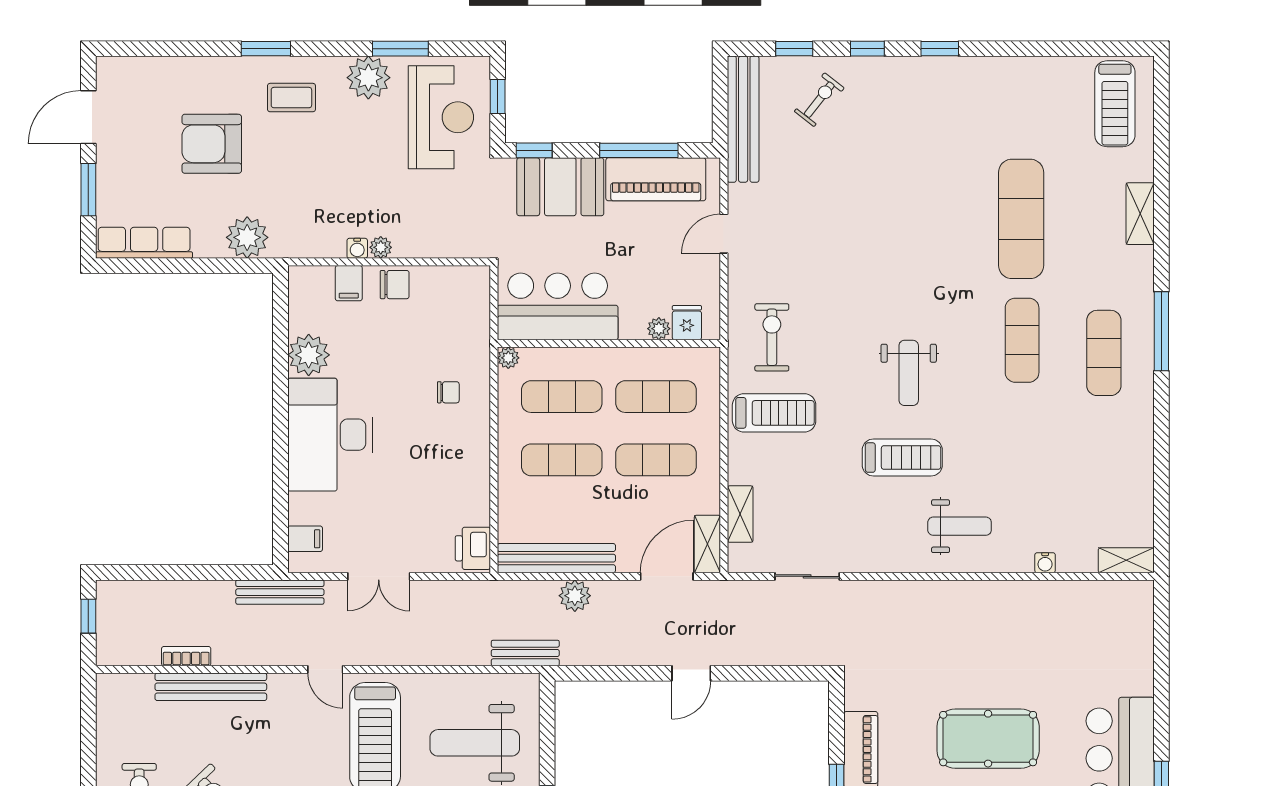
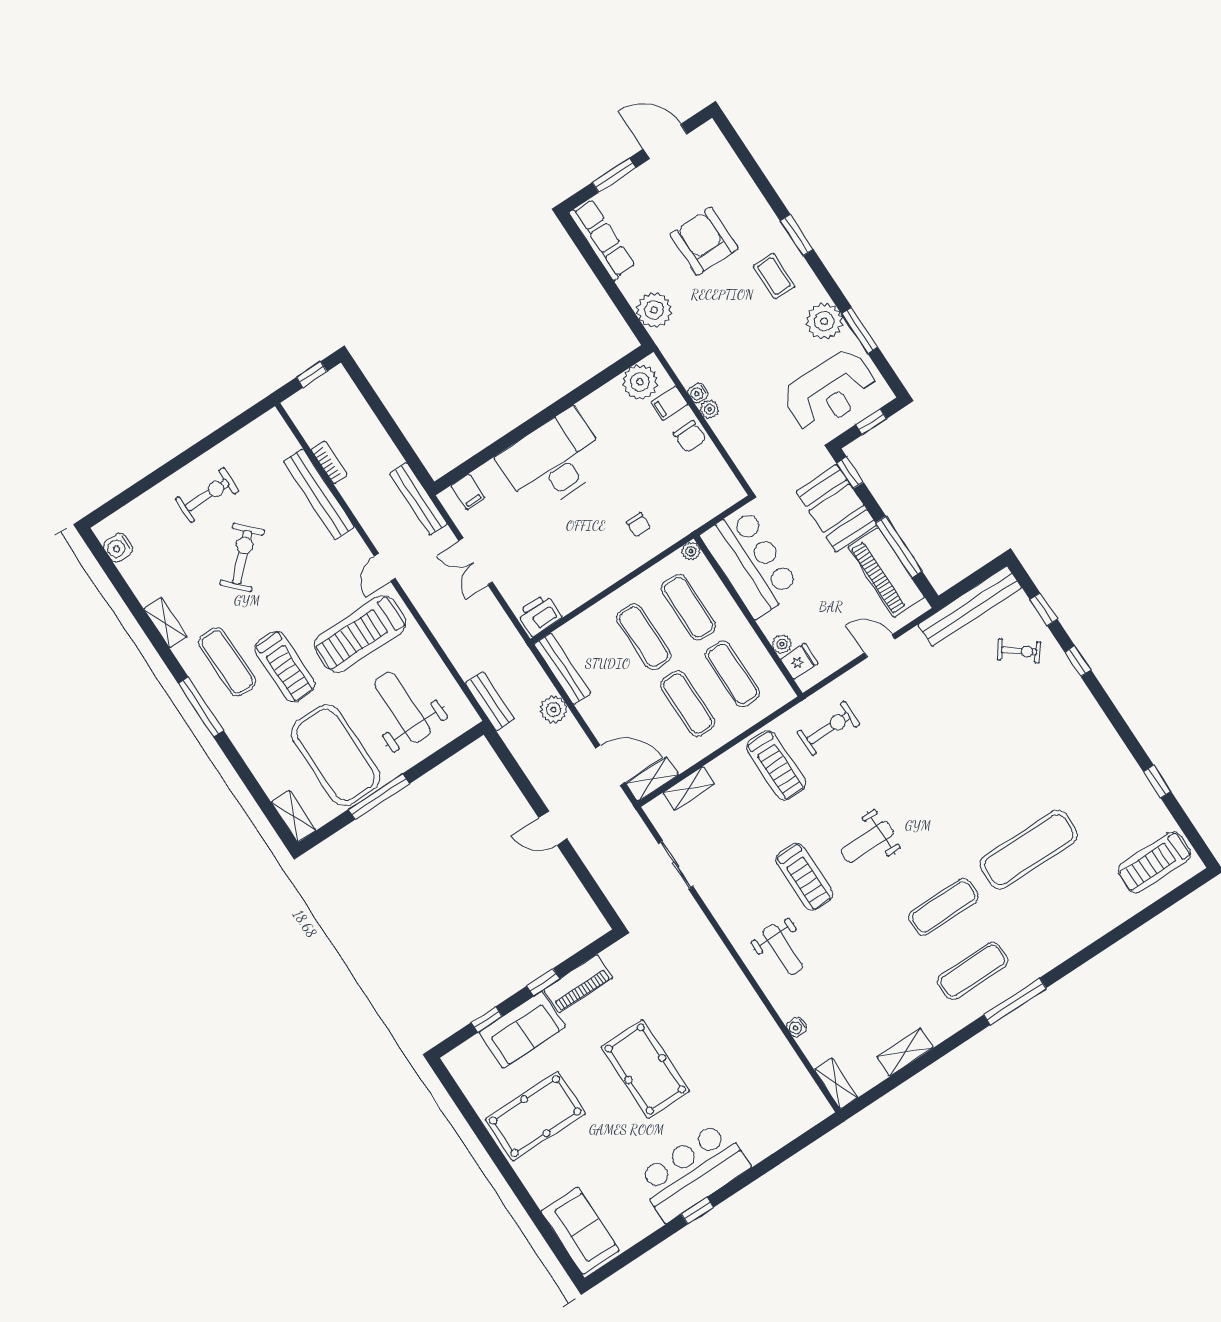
window: (940, 49) -> (1157, 781), moved
shelving: (1140, 214) -> (905, 1052), moved
plant: (309, 355) -> (640, 382), moved
bench: (556, 558) -> (562, 669), width x0.73, depth x0.82

